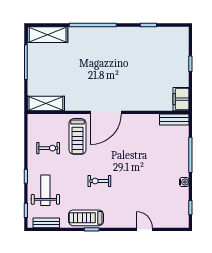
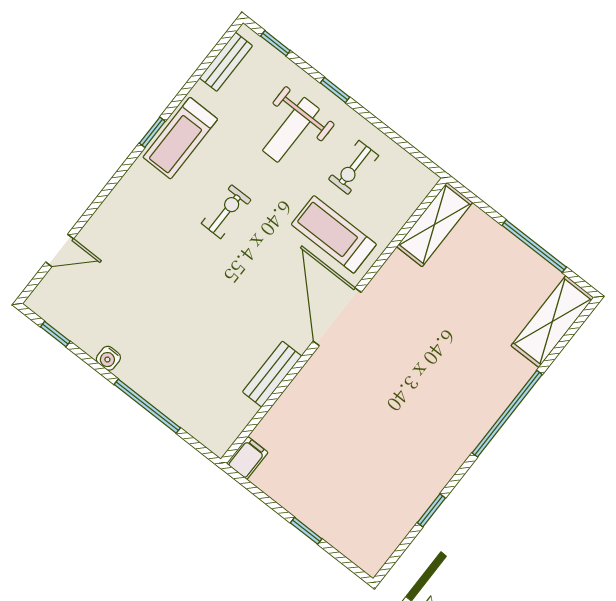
filing cabinet: (181, 99) -> (247, 458), width x0.50
bench: (174, 120) -> (272, 374), moved
weight bench: (45, 190) -> (291, 130), moved, turned 90
treadmill: (86, 218) -> (180, 138), turned 180
door: (144, 229) -> (60, 250), moved

